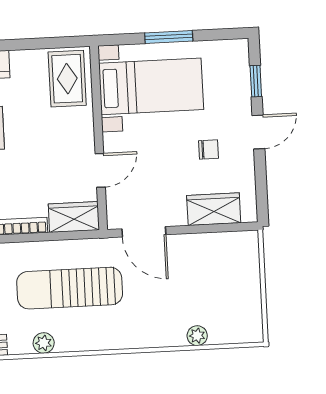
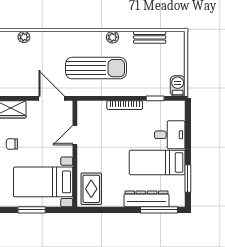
wardrobe: (74, 217) -> (91, 109), removed

